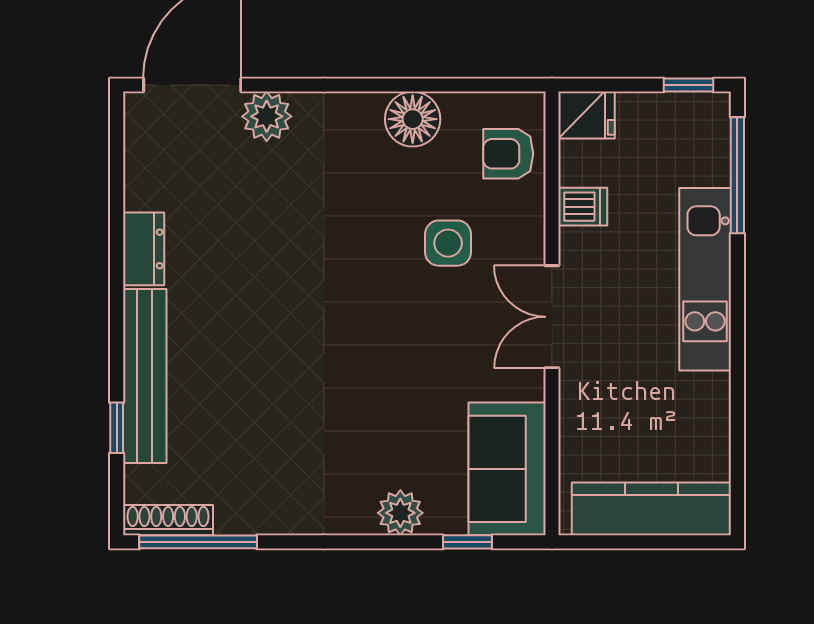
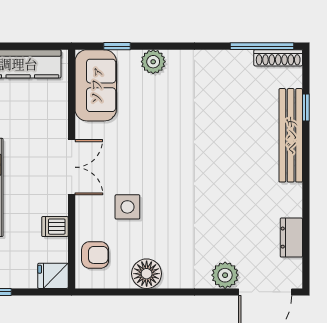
dresser: (144, 249) -> (291, 238), moved

